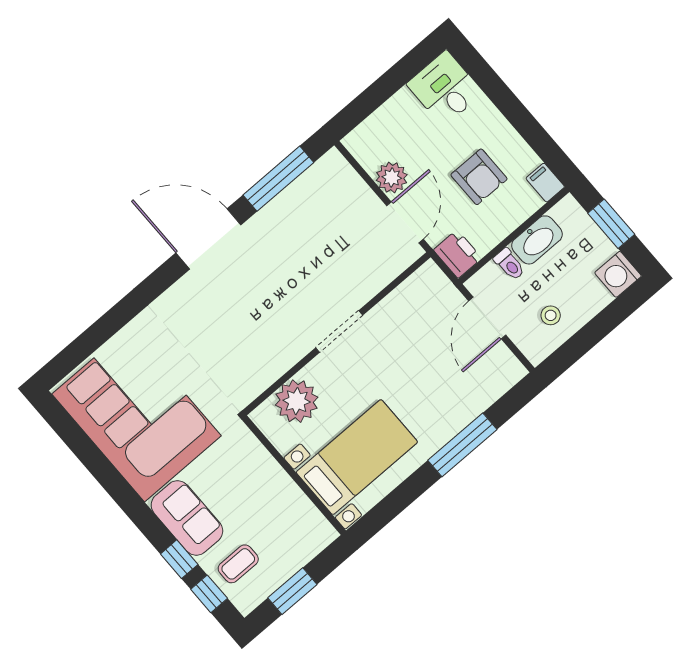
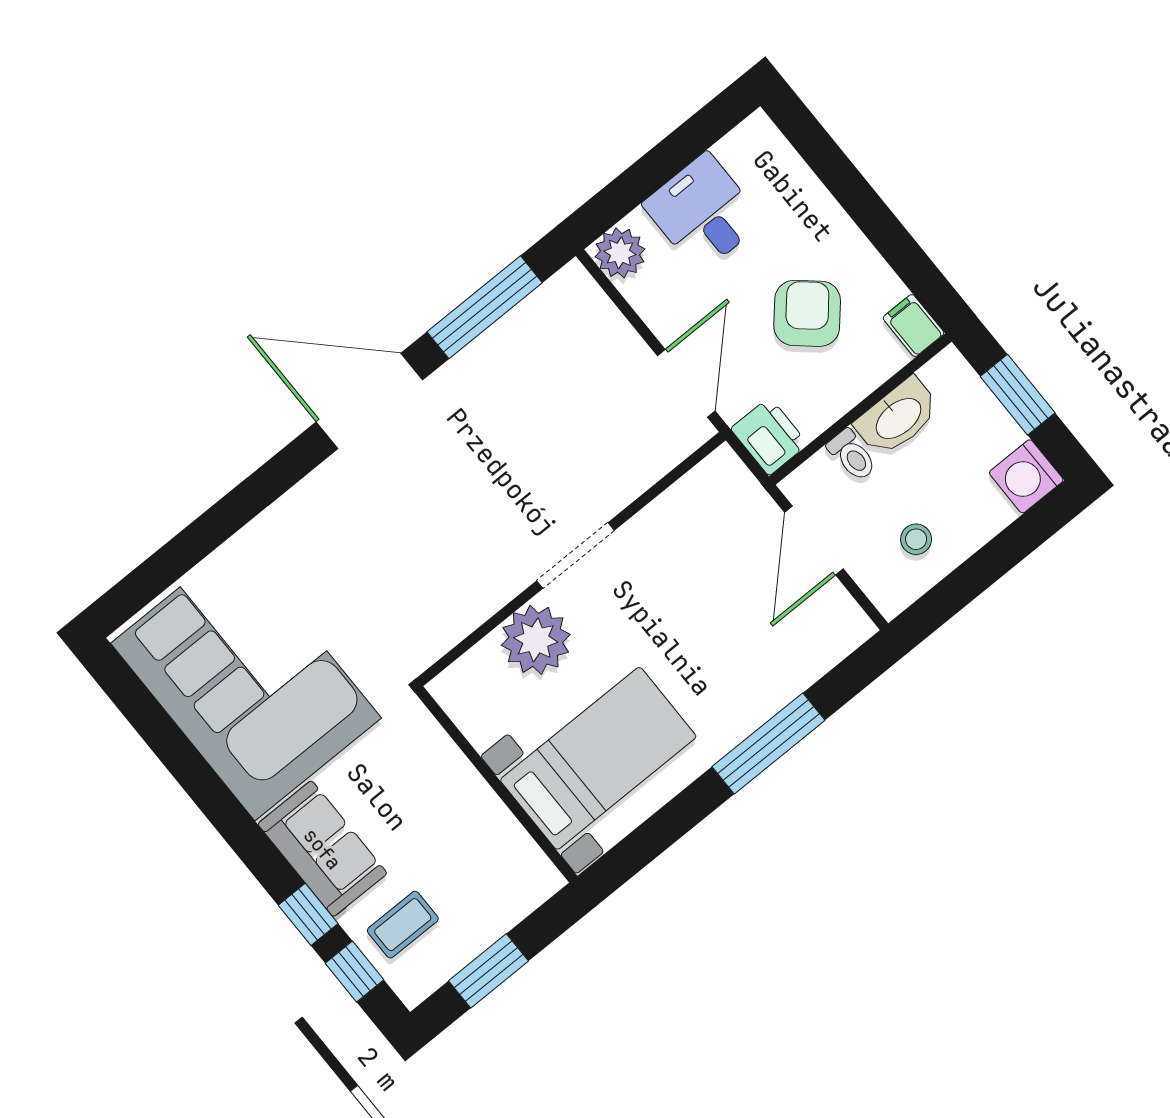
desk: (445, 88) -> (703, 213), moved
armchair: (479, 177) -> (807, 313), turned -139
plant: (392, 178) -> (620, 253), moved
plant: (297, 401) -> (536, 640), moved

